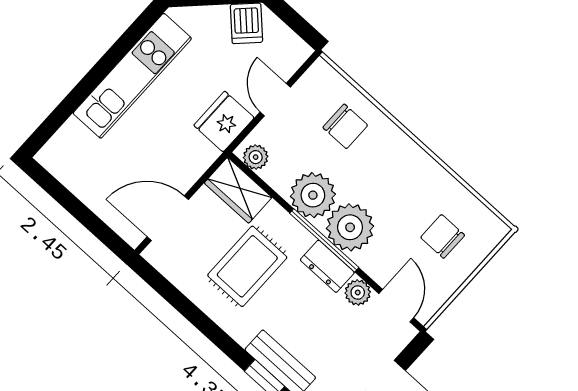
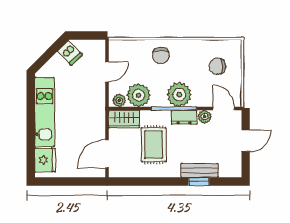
door: (275, 100) -> (107, 72), swing flipped
fridge: (224, 121) -> (45, 160), moved, turned 180
chair: (345, 126) -> (161, 56), moved, turned 90
plant: (313, 195) -> (139, 95), moved

